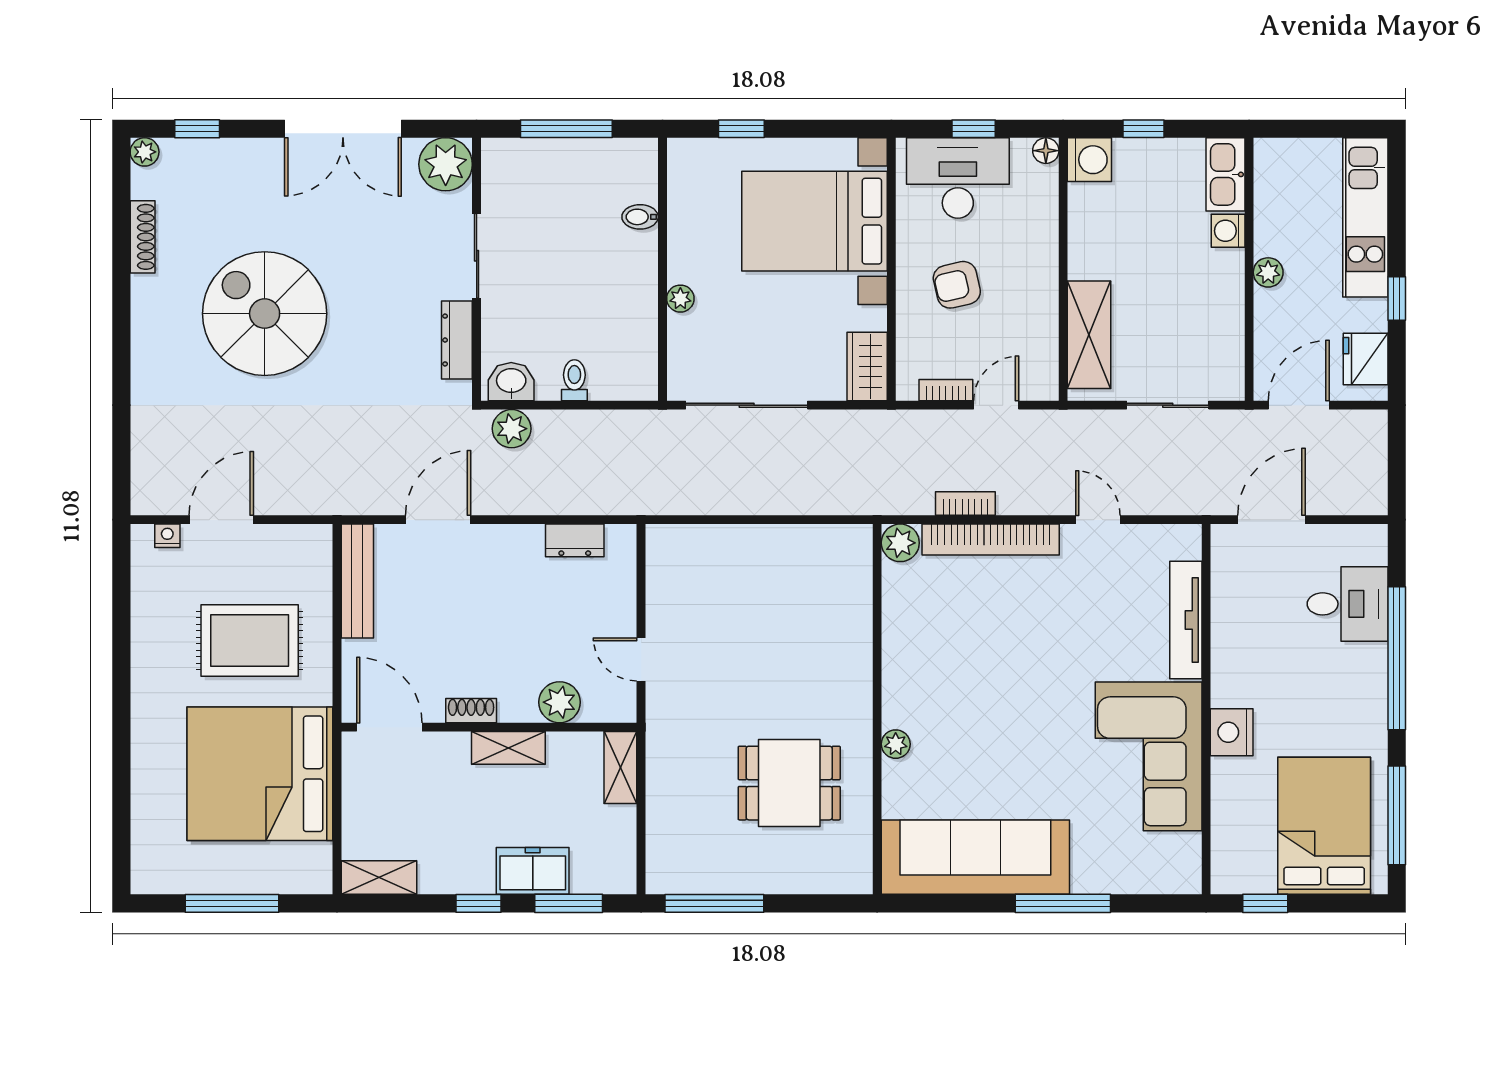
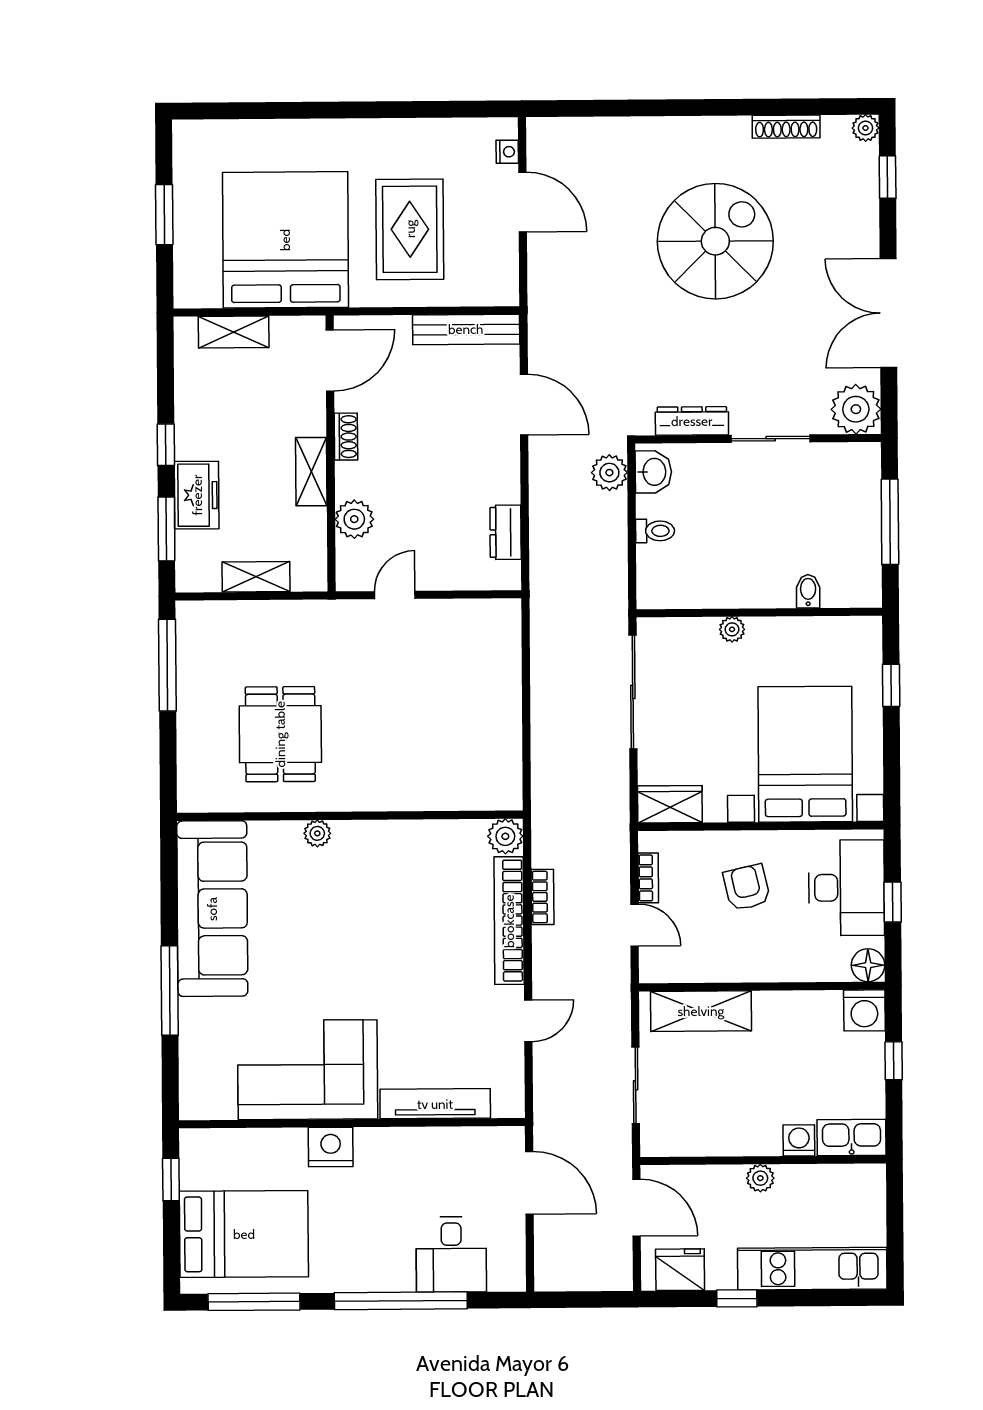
floor lamp: (1046, 151) -> (868, 965), width x1.37, depth x1.37
shelving: (620, 768) -> (256, 577), moved
shelving: (379, 878) -> (234, 332), moved, turned 90
window: (232, 903) -> (164, 215), width x0.69

